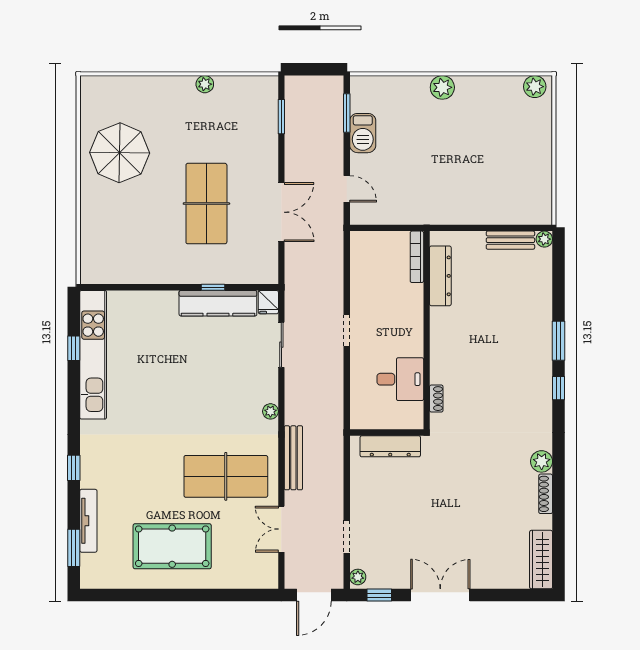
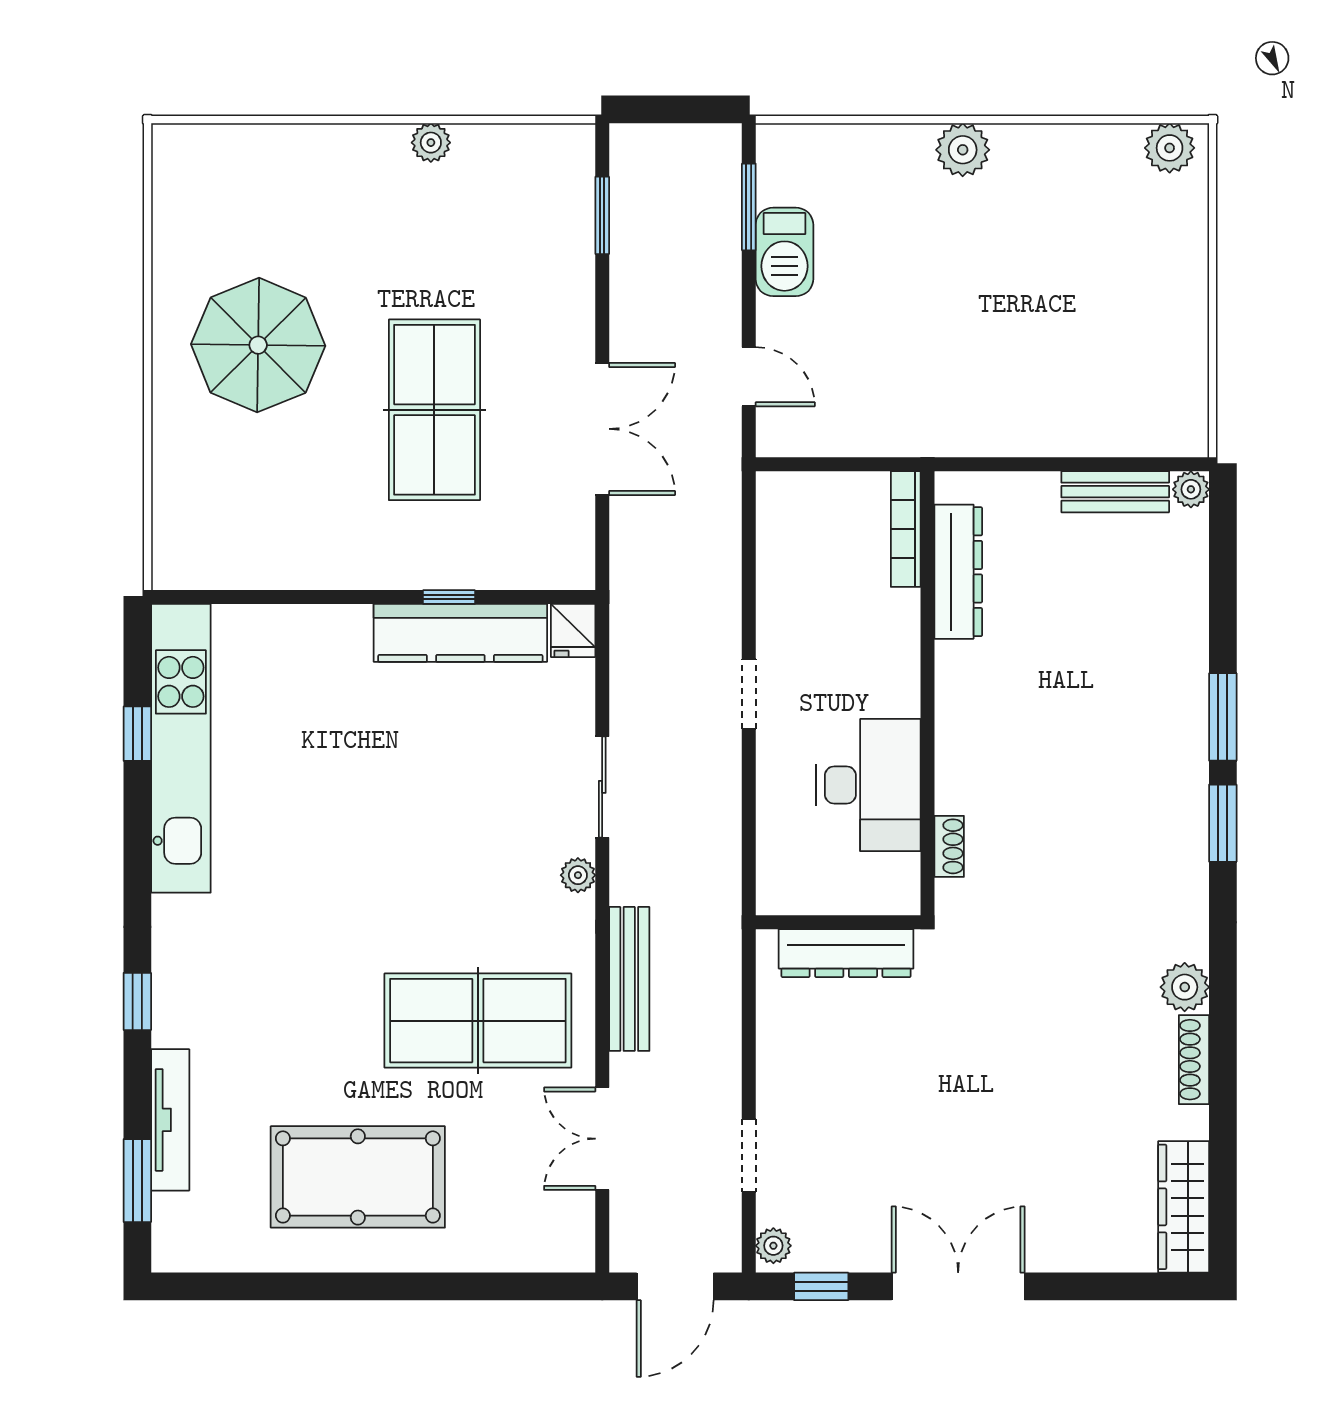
parasol: (120, 153) -> (258, 345), moved
sliding door: (281, 345) -> (602, 787), moved
desk: (400, 379) -> (868, 785), width x1.37
window: (559, 388) -> (1223, 823), width x1.50

